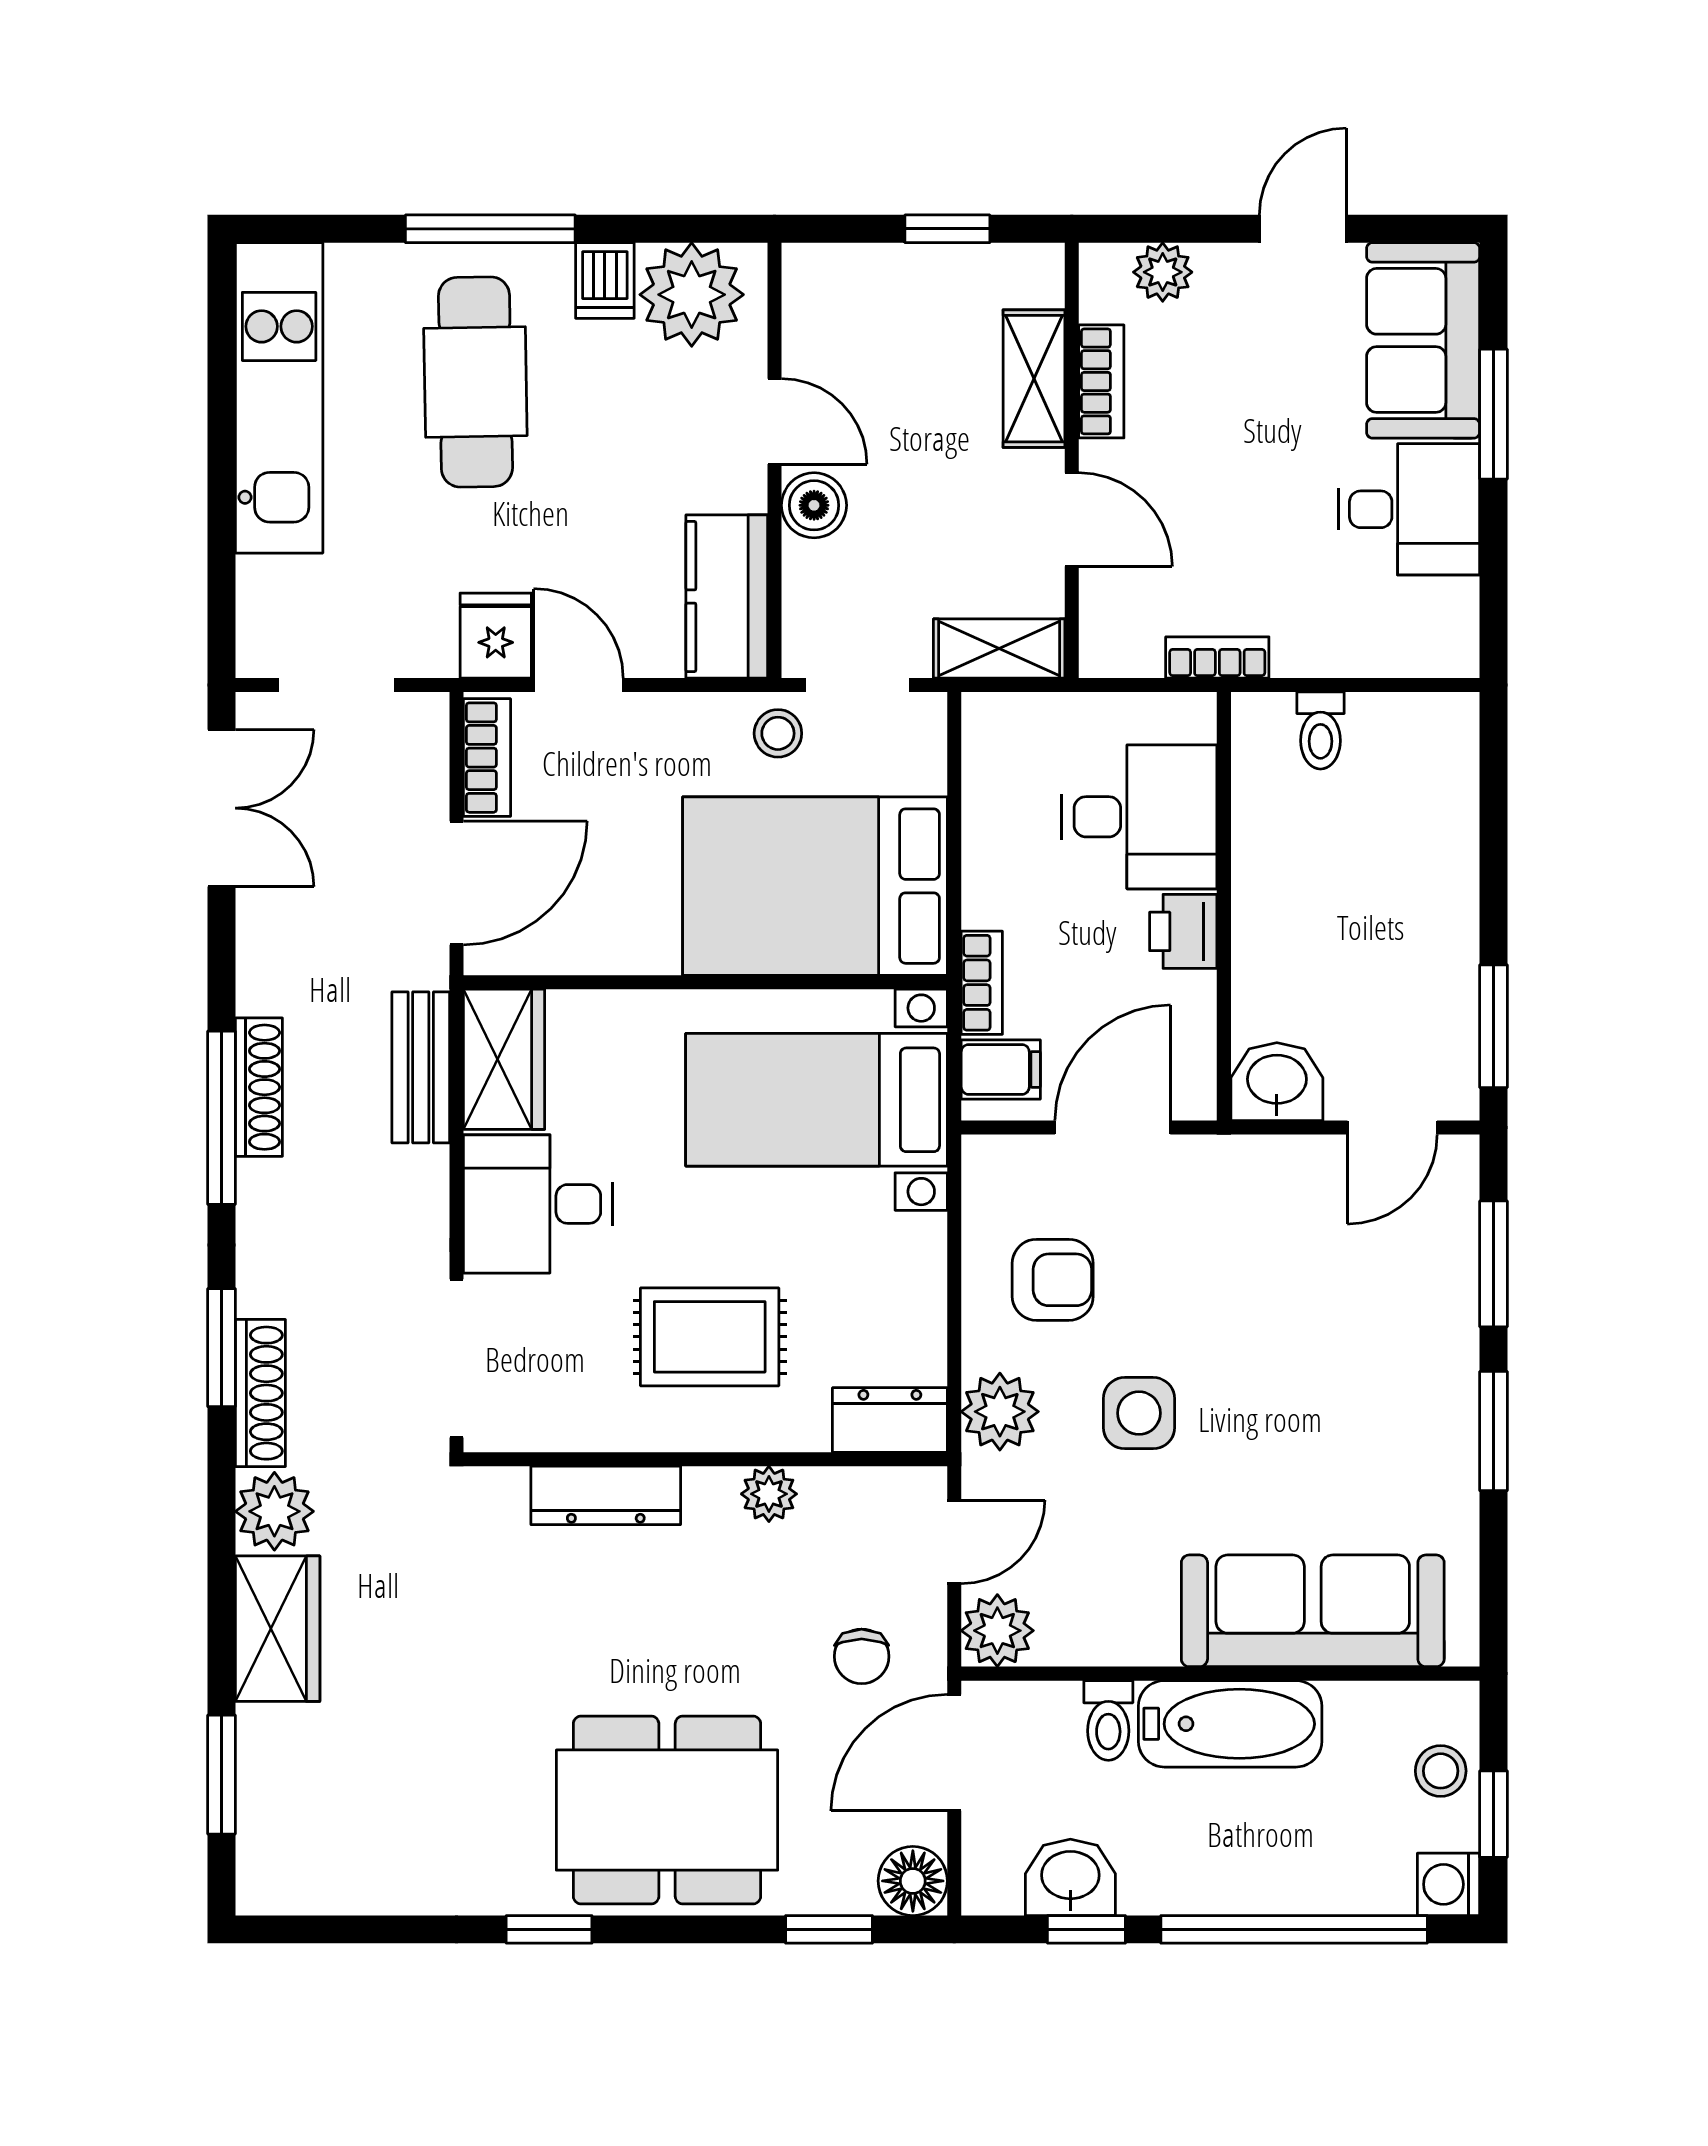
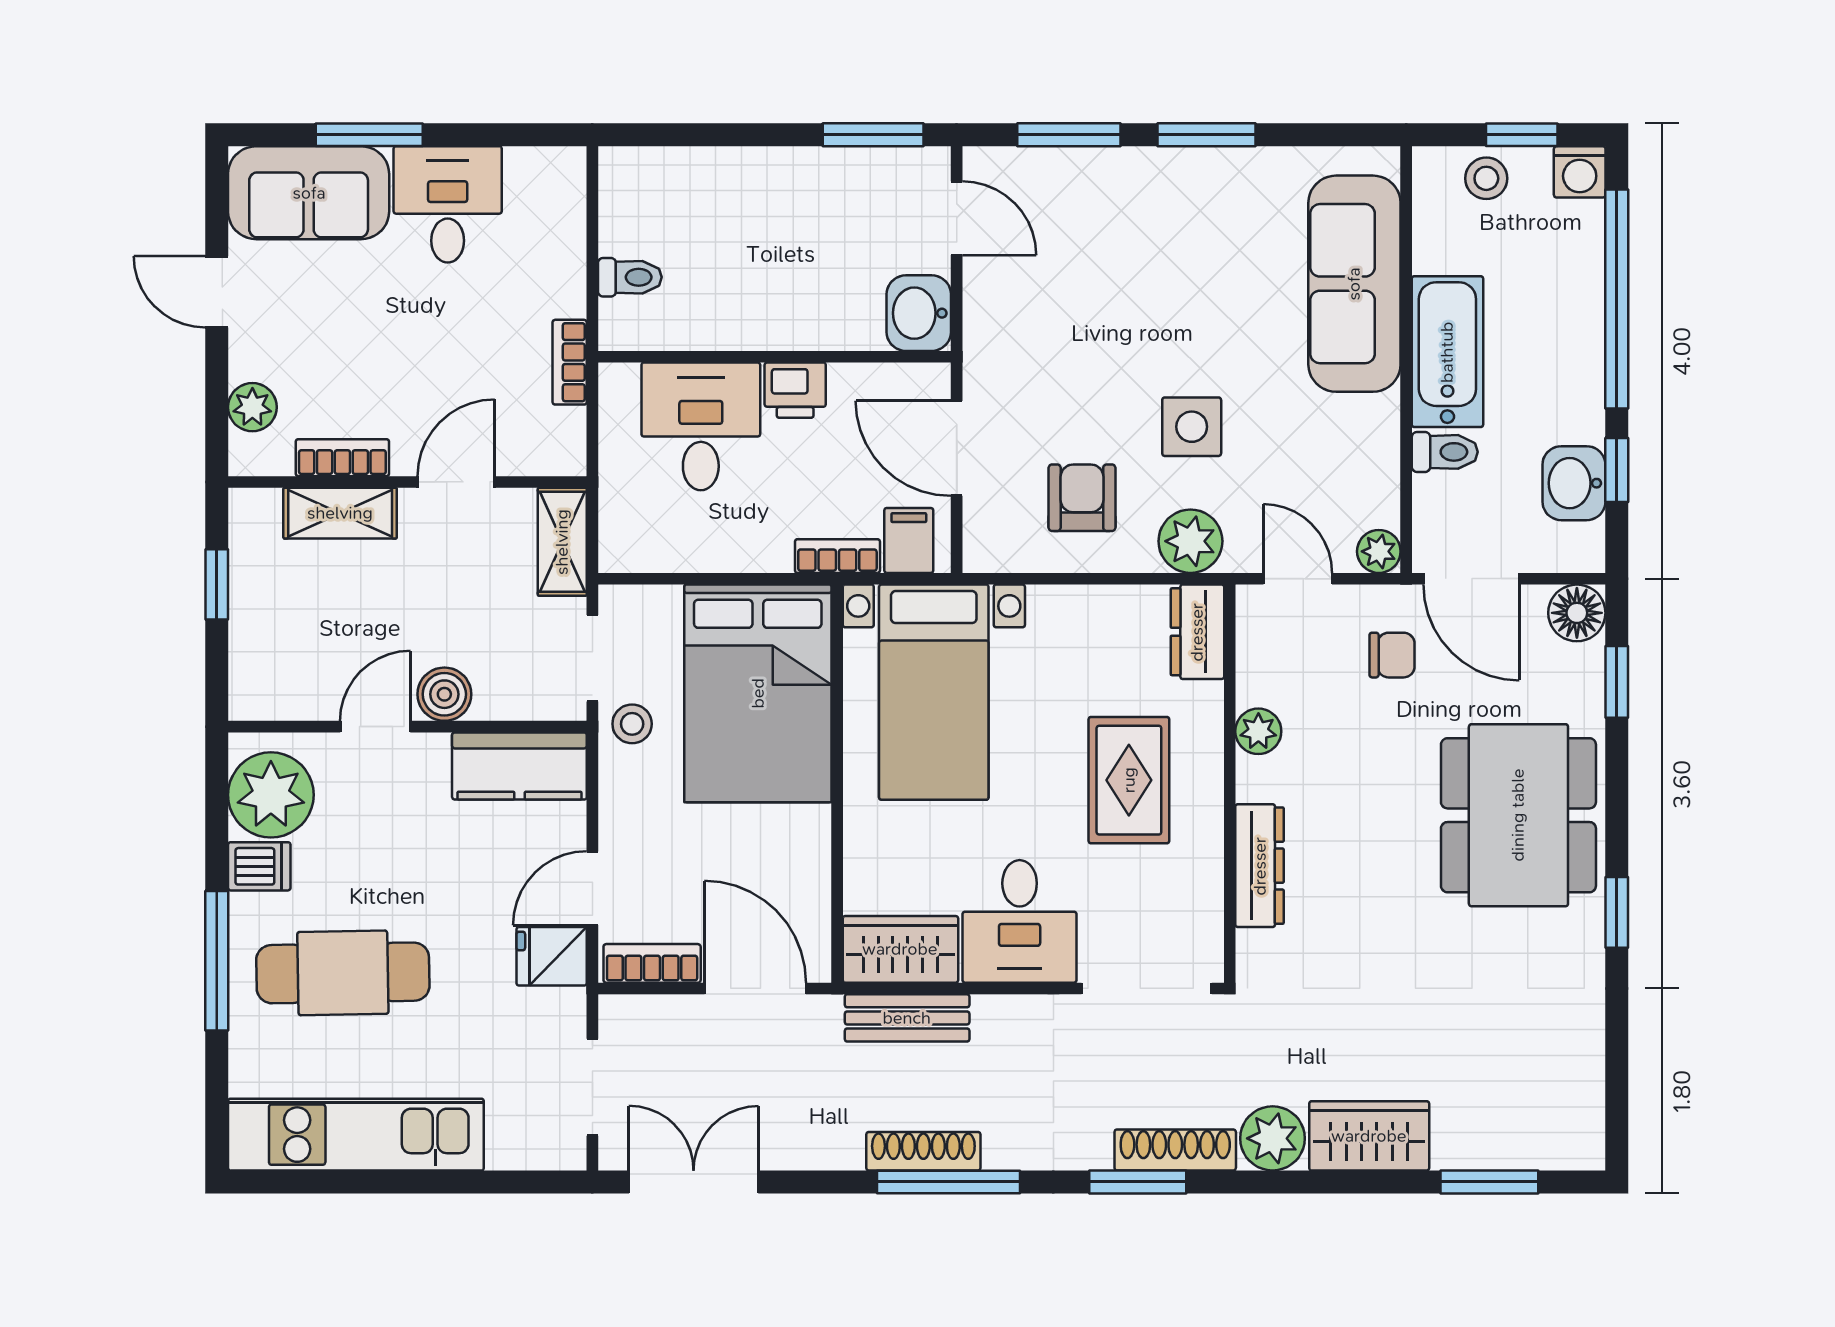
plant: (997, 1631) -> (1379, 551), width x0.73, depth x0.73

